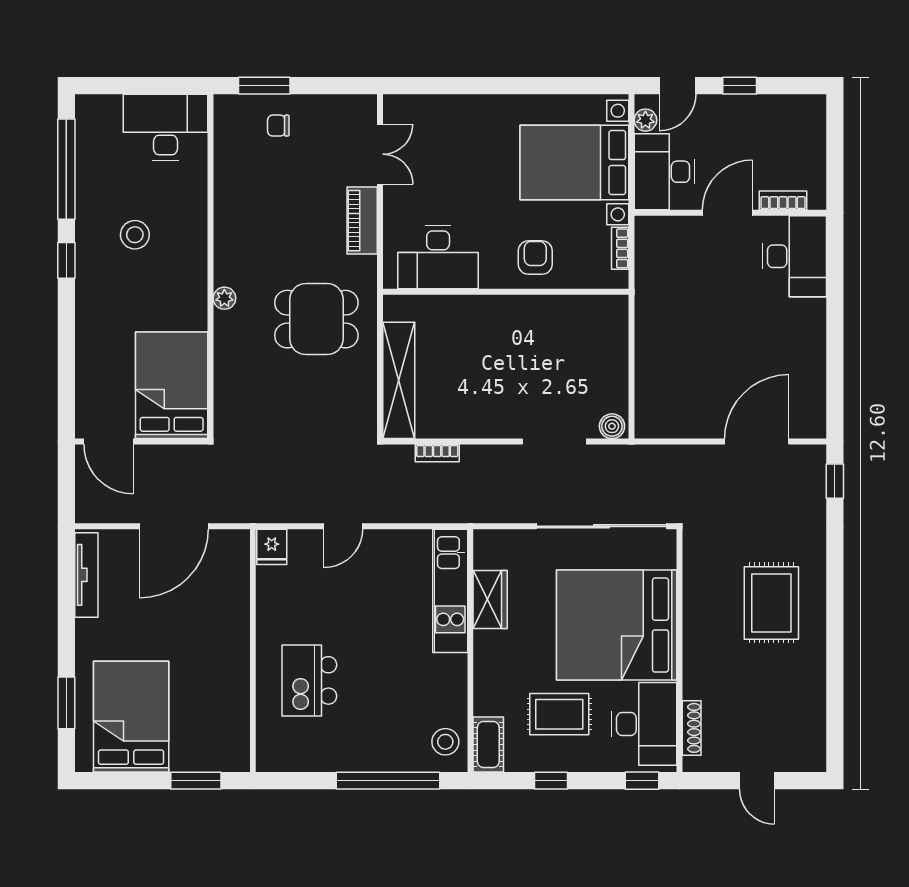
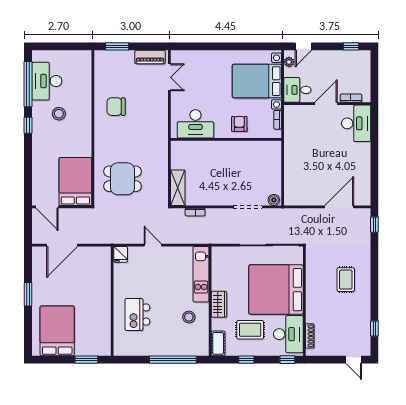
window: (740, 86) -> (351, 46), moved
chair: (278, 126) -> (116, 107), moved, width x1.87, depth x1.87
desk: (166, 127) -> (47, 81), moved, turned -90
desk: (664, 172) -> (297, 90), width x0.73
piano: (362, 221) -> (150, 57), moved, turned -90
plant: (224, 298) -> (99, 142), removed
dining table: (316, 319) -> (122, 179), moved
shelving: (399, 380) -> (178, 188), width x0.68
door: (174, 526) -> (62, 245), moved
door: (343, 526) -> (153, 245), swing flipped
tv unit: (86, 575) -> (37, 267), removed
wardrobe: (490, 600) -> (219, 304), moved
rug: (771, 603) -> (346, 280), width x0.73, depth x0.70
window: (66, 703) -> (28, 294), moved
window: (835, 711) -> (374, 328), added
stool: (445, 742) -> (189, 317), moved
door: (757, 781) -> (354, 360), moved

